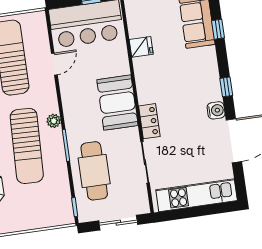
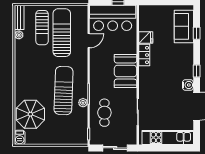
plant: (54, 121) -> (83, 103), moved
locker: (149, 121) -> (144, 55), moved
sun lounger: (27, 146) -> (64, 91), turned 180
cafe table: (94, 171) -> (104, 113), width x0.73, depth x0.74

